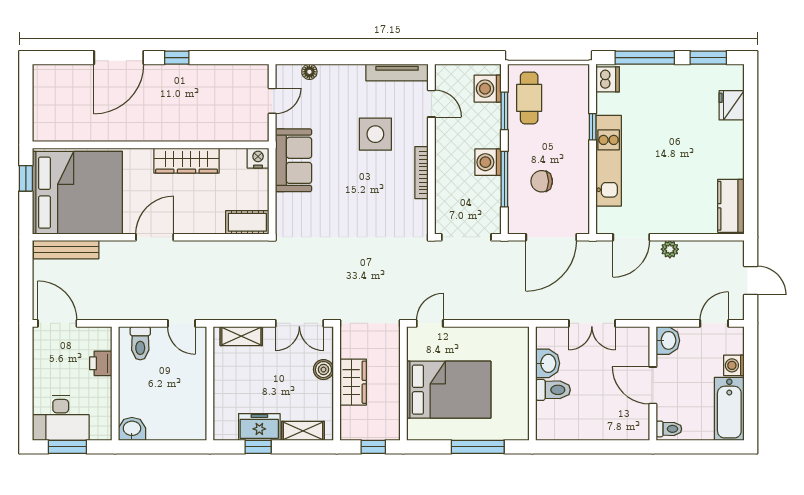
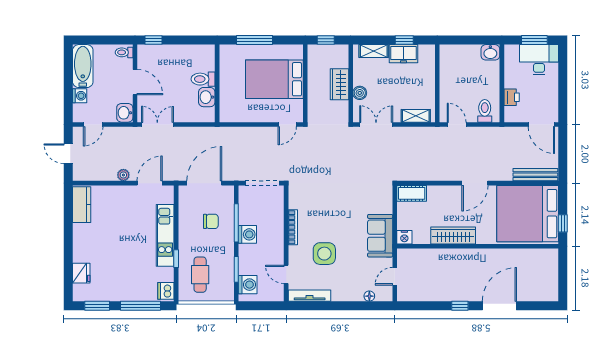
cafe table: (529, 98) -> (200, 275), moved
double door: (592, 323) -> (157, 124), moved
window: (626, 447) -> (153, 40), added

